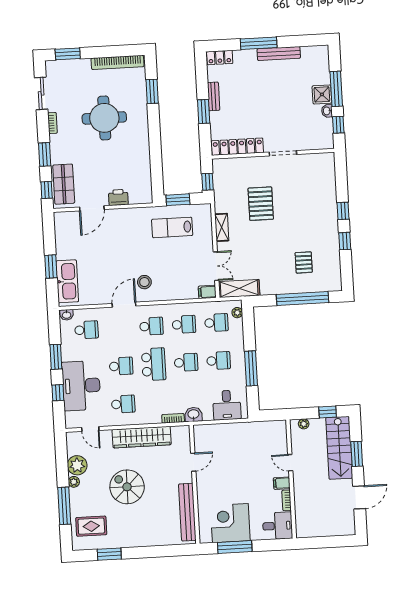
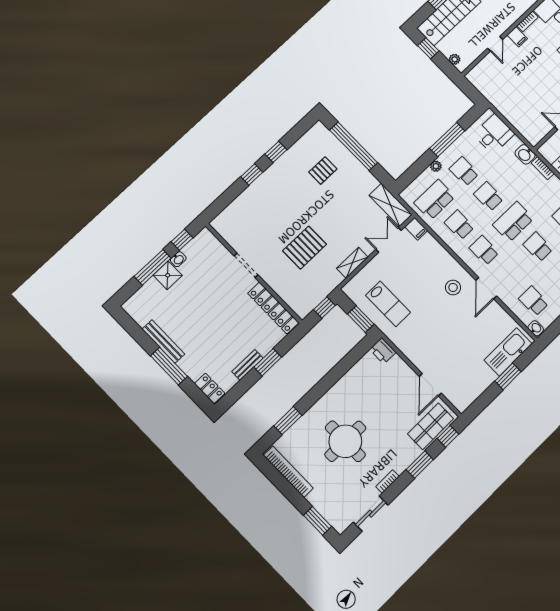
printer: (118, 197) -> (383, 351), moved
door: (92, 208) -> (430, 385), swing flipped
door: (124, 305) -> (486, 288), hinge flipped
plant: (237, 313) -> (436, 166), moved
school desk: (216, 323) -> (435, 200), width x1.85

